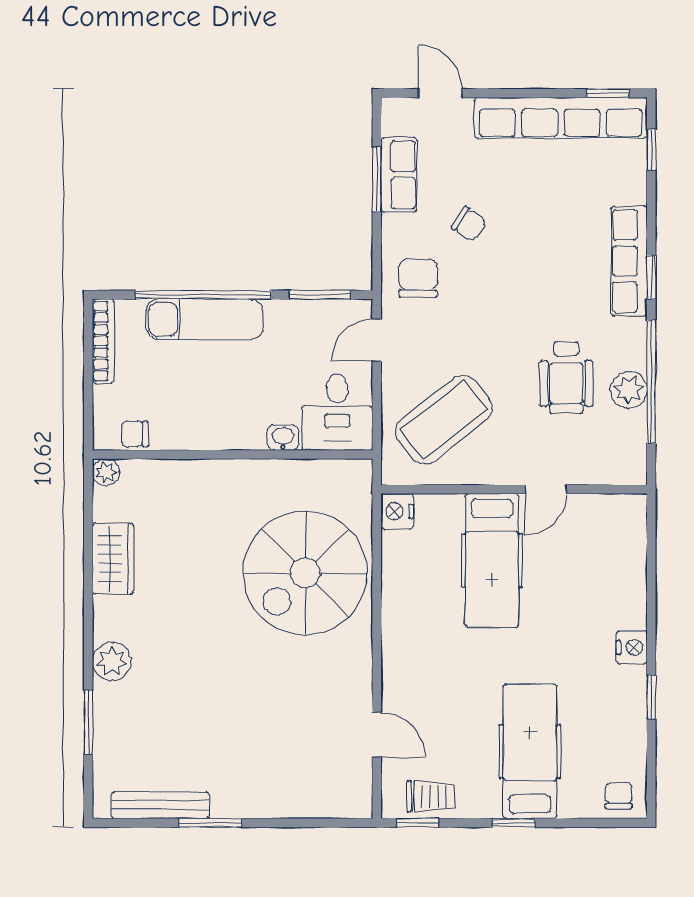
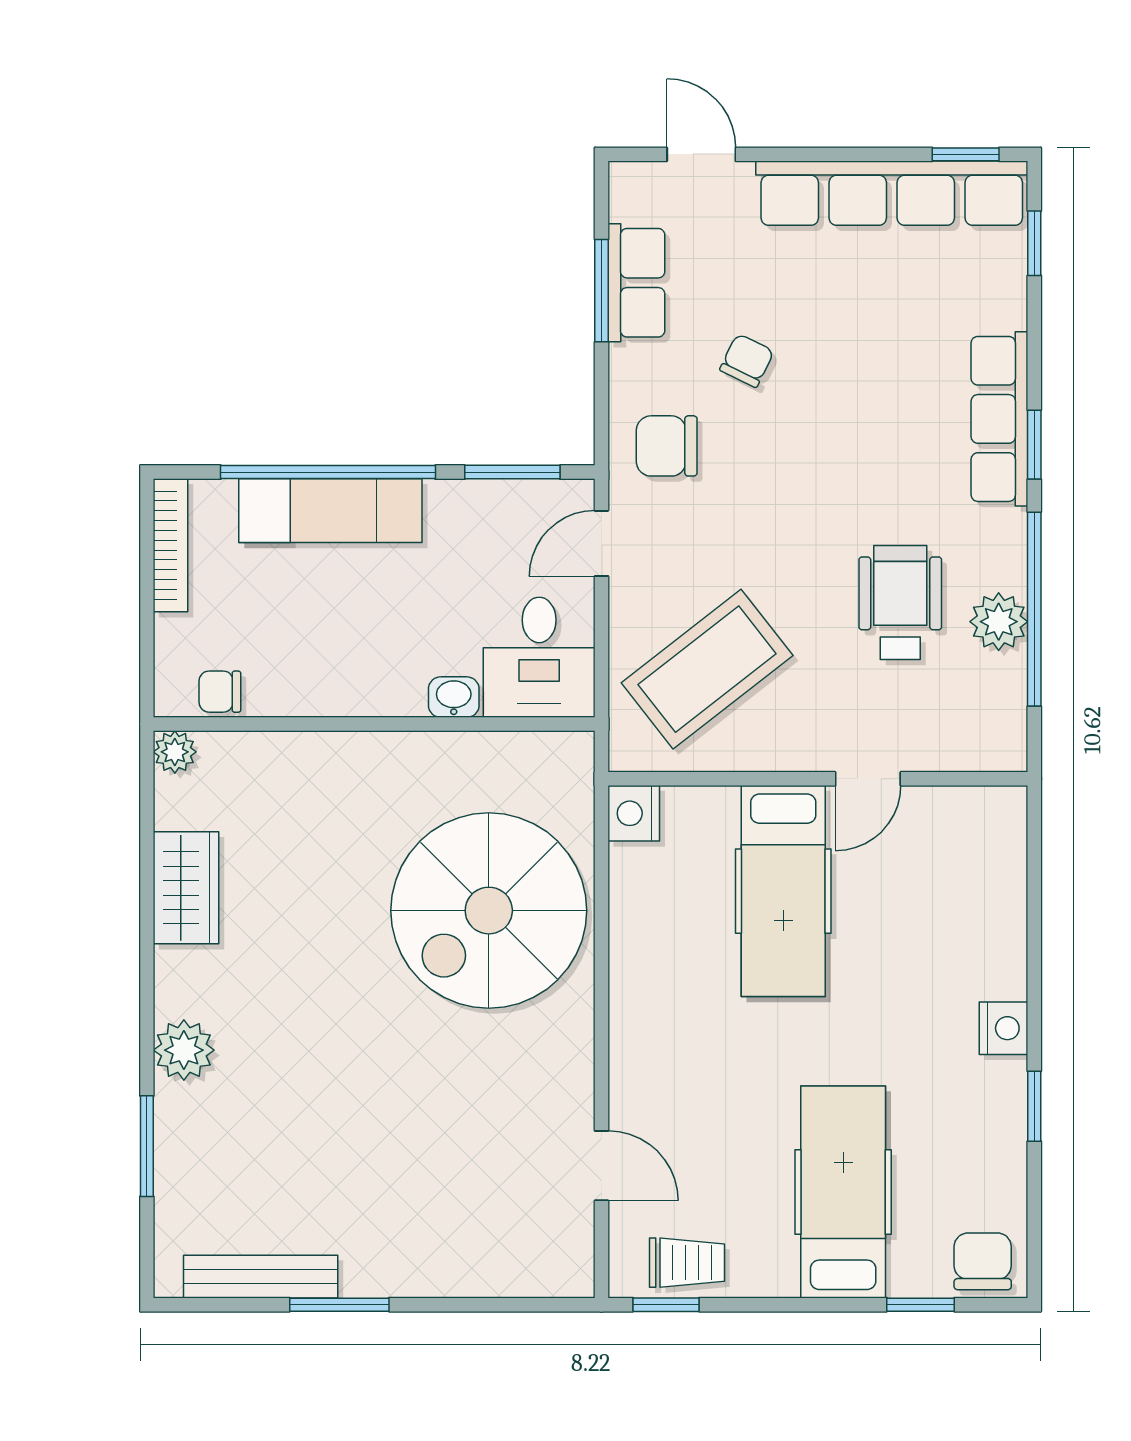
chair: (469, 224) -> (747, 361), turned -98
chair: (418, 278) -> (667, 446), turned -90
wheelchair: (566, 378) -> (900, 603), turned 180
chair: (618, 795) -> (983, 1261), width x1.37, depth x1.37
window: (514, 823) -> (920, 1305), moved

